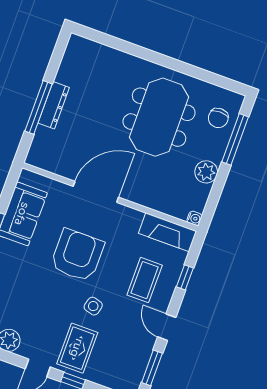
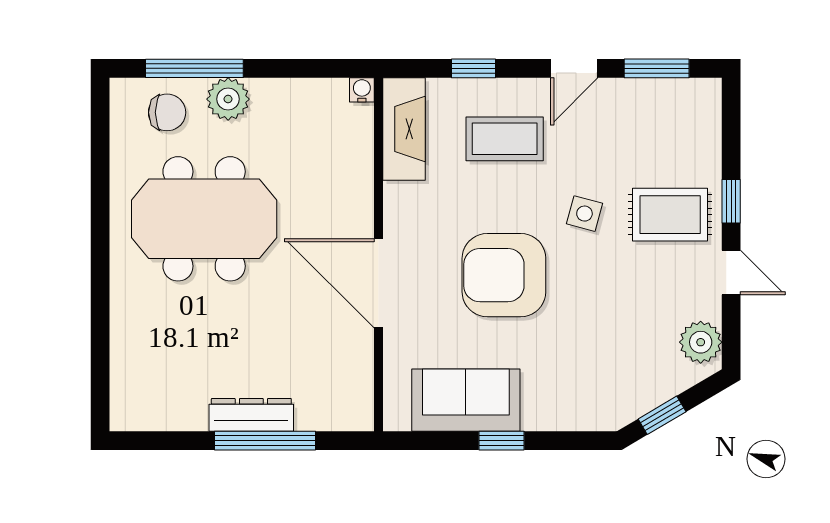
plant: (206, 172) -> (228, 99), moved

